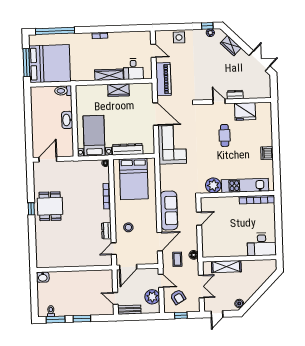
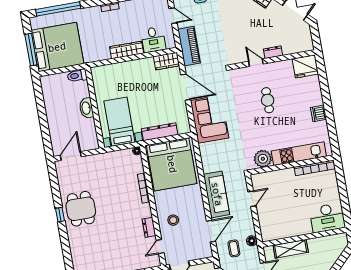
wardrobe: (119, 90) -> (166, 61), moved
fridge: (245, 111) -> (305, 66), moved
bed: (134, 179) -> (172, 164), width x1.36

